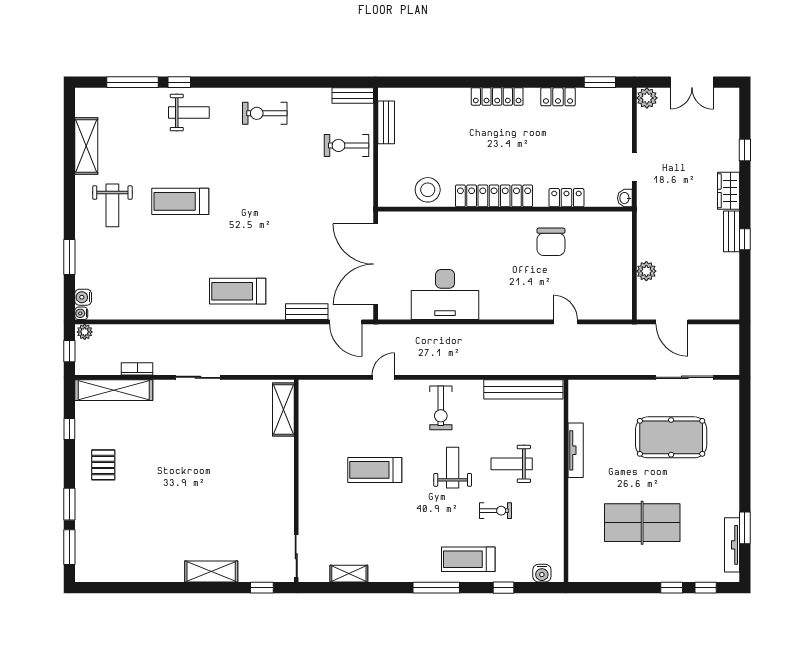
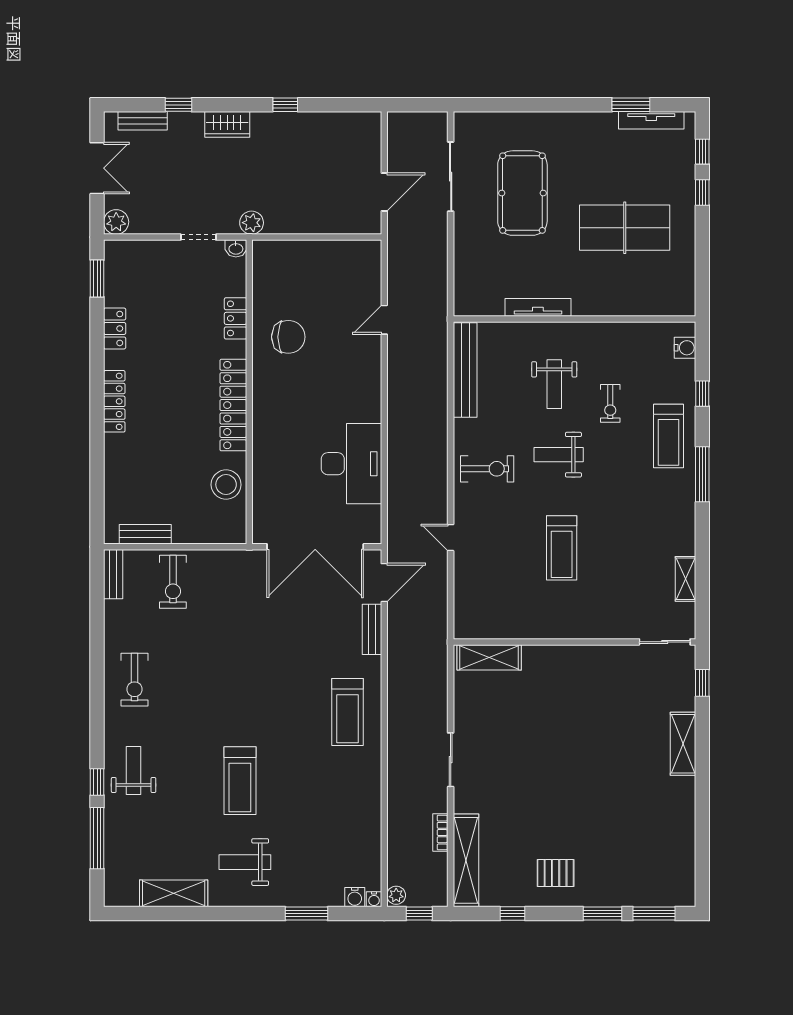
weight bench: (112, 205) -> (245, 862), turned 180
bench: (731, 231) -> (143, 121), moved
plant: (646, 271) -> (252, 223), moved
exercise bike: (495, 511) -> (610, 403), turned 180
table tennis table: (642, 523) -> (625, 228), turned 90

